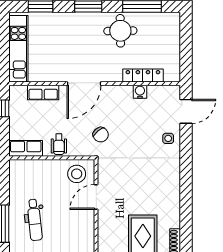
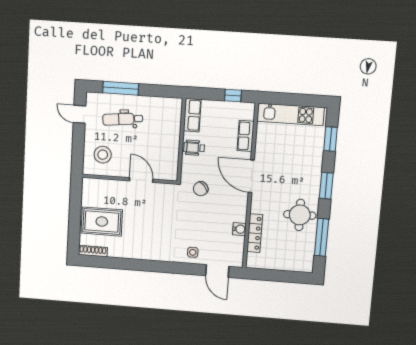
stool: (77, 174) -> (103, 155), moved

